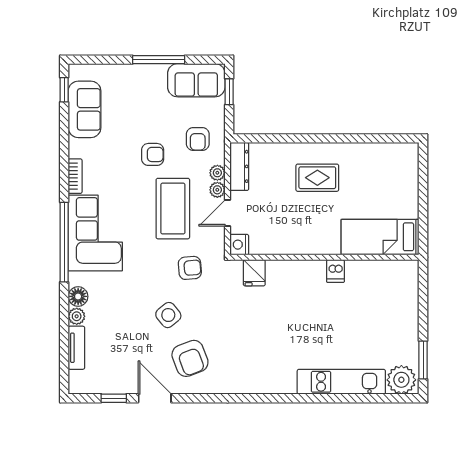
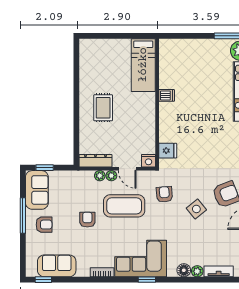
armchair: (198, 139) -> (44, 225), moved
window: (64, 242) -> (147, 280), width x0.32

